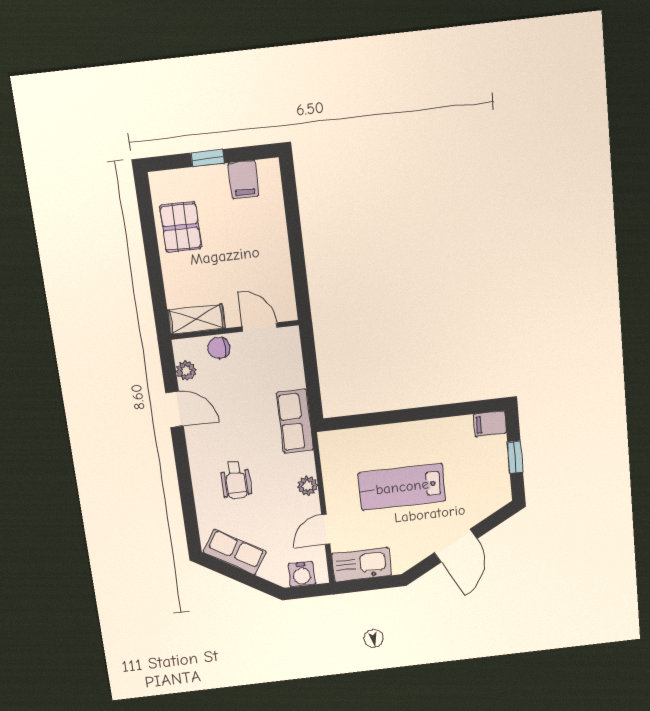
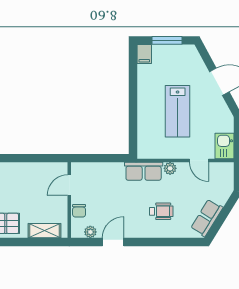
shelving: (196, 319) -> (45, 231), moved, turned 90
row of seats: (295, 421) -> (144, 171), moved
window: (515, 457) -> (167, 40), width x1.50
kitchen sink: (361, 565) -> (224, 146), width x0.73
water cooler: (302, 574) -> (226, 179), removed

